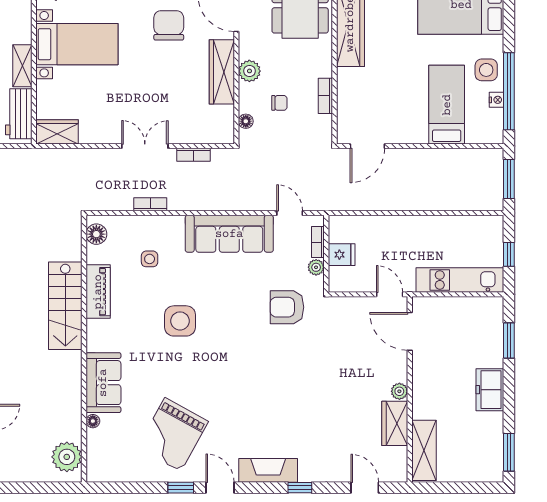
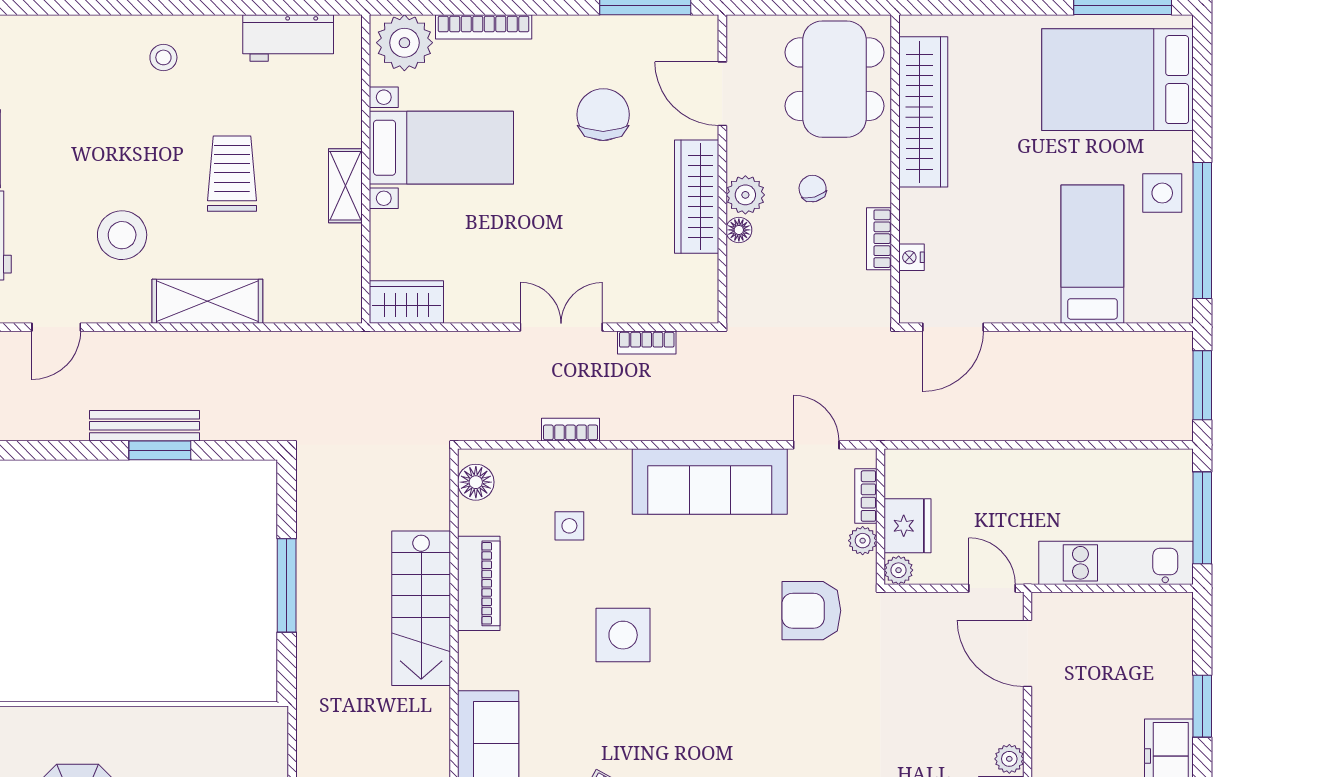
nightstand: (497, 100) -> (911, 257), moved, turned 180
chair: (279, 103) -> (813, 189), moved, turned -106
workbench: (19, 114) -> (339, 270), removed
floor lamp: (246, 121) -> (739, 230), moved
window: (509, 254) -> (1202, 518), width x2.17
fridge: (342, 255) -> (907, 526), width x1.38
plant: (336, 284) -> (899, 570), added
window: (509, 340) -> (1202, 706), moved

